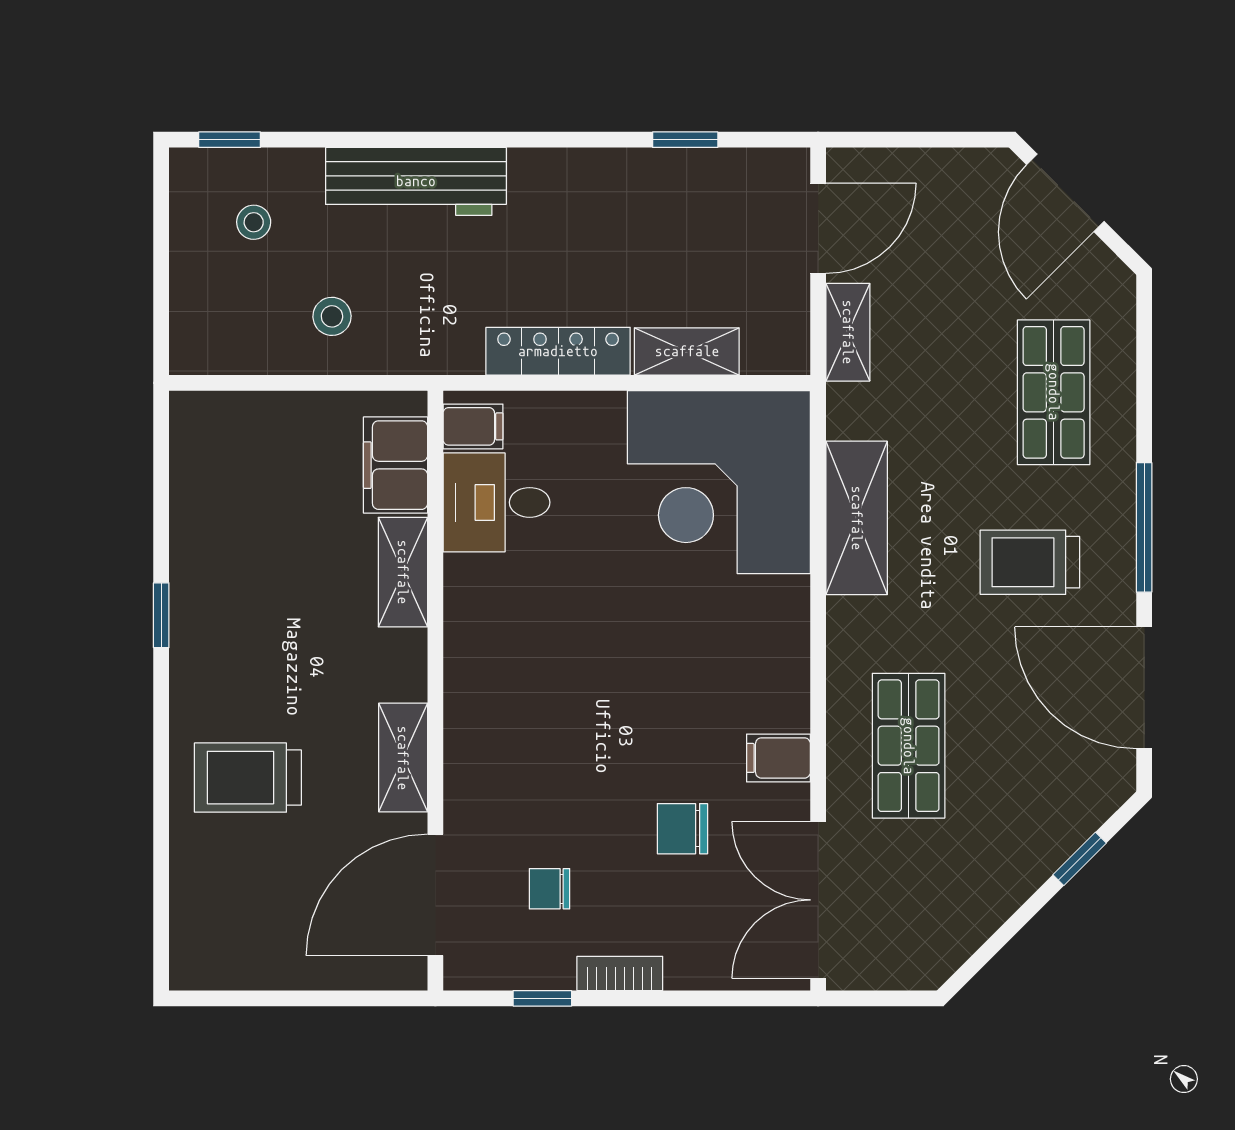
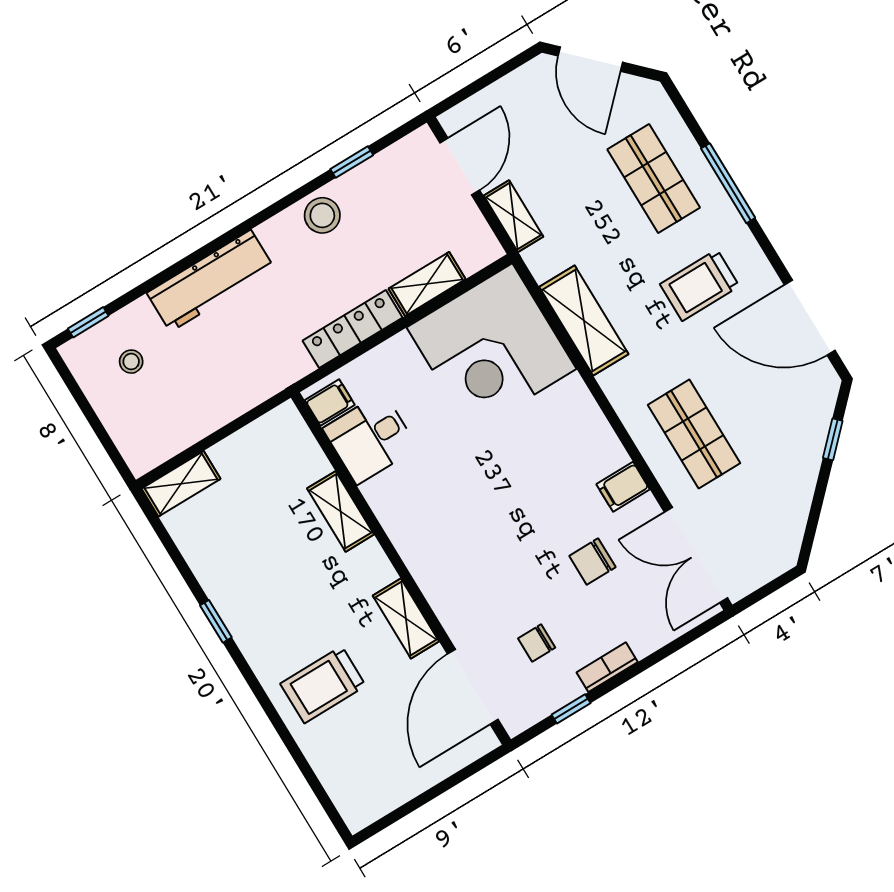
stool: (332, 316) -> (322, 215), moved, width x1.37, depth x1.37
shelving: (223, 415) -> (181, 484), added
filing cabinet: (396, 465) -> (299, 452), removed
window: (1144, 527) -> (728, 183), moved

